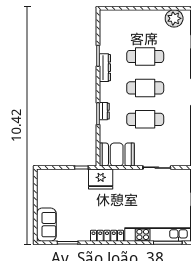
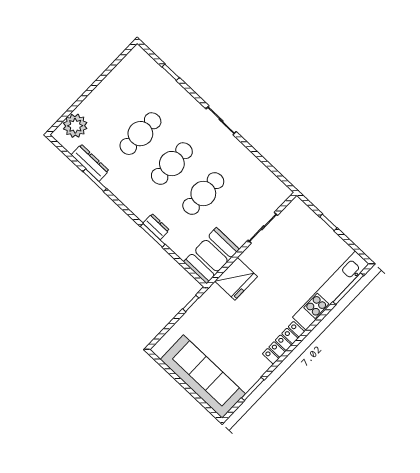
plant: (174, 18) -> (75, 126), moved
dresser: (105, 68) -> (90, 163), moved
fridge: (101, 179) -> (236, 279), moved
sofa: (46, 225) -> (203, 377), width x1.85, depth x1.27

